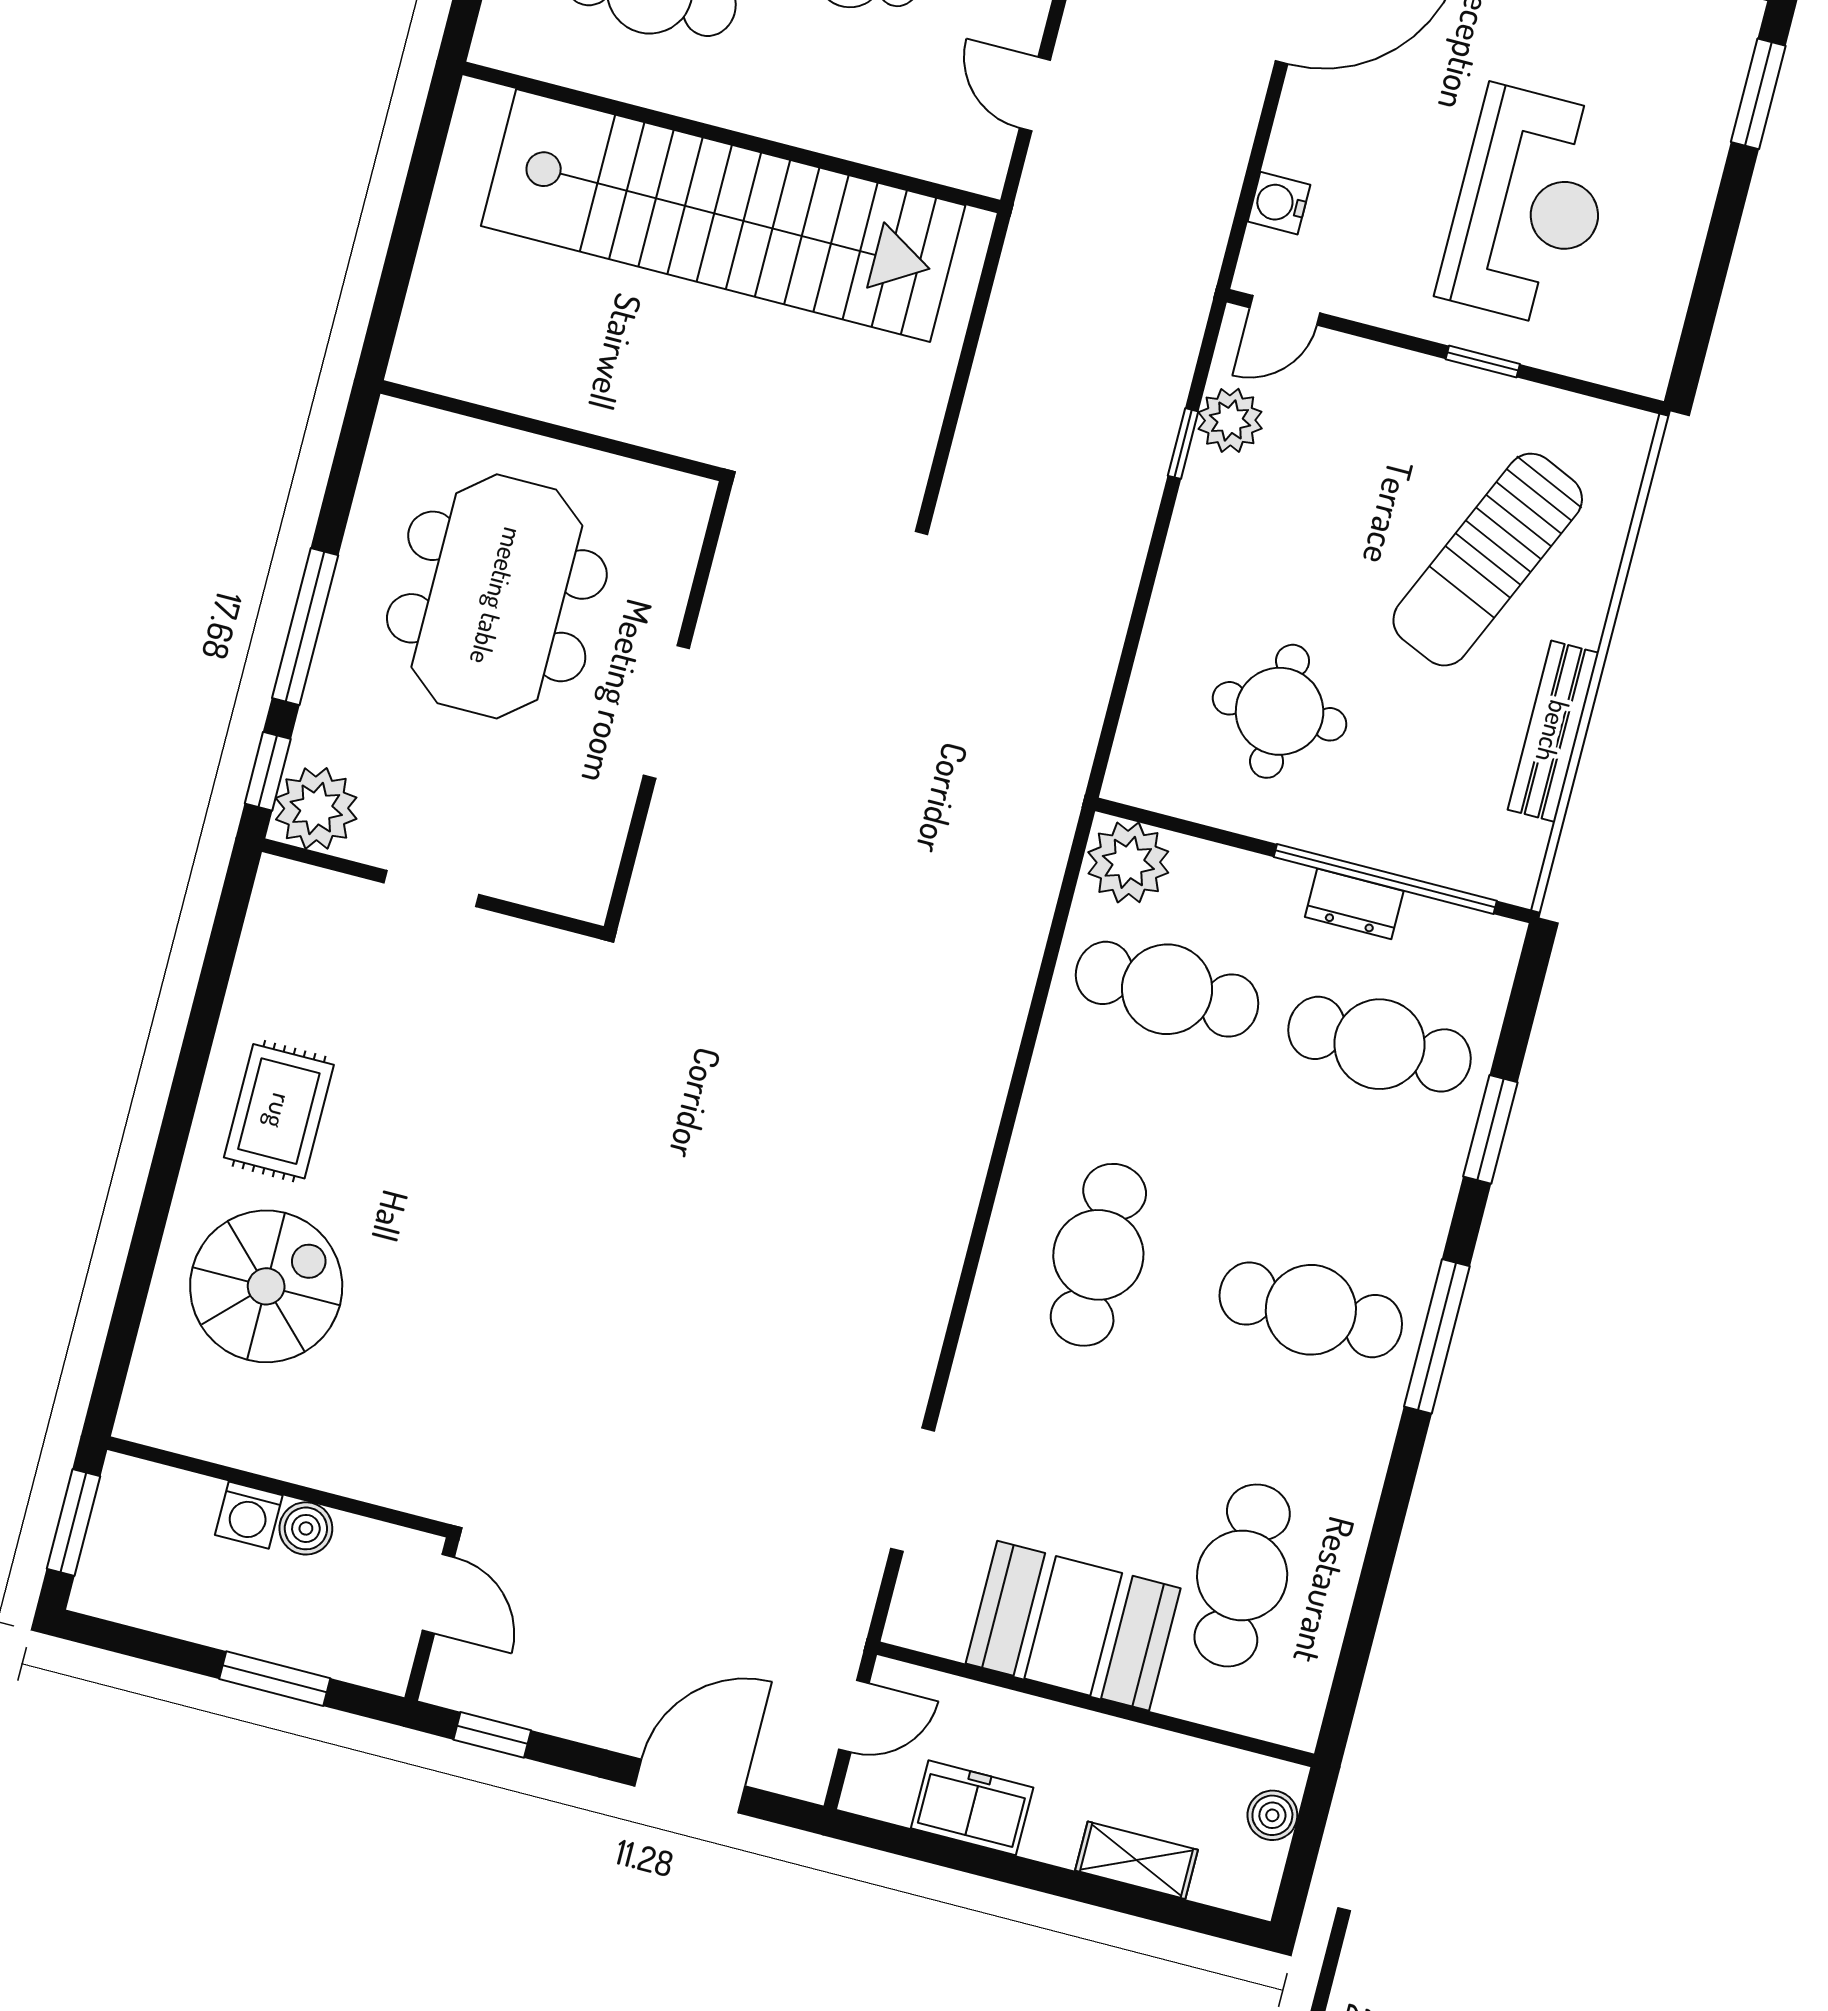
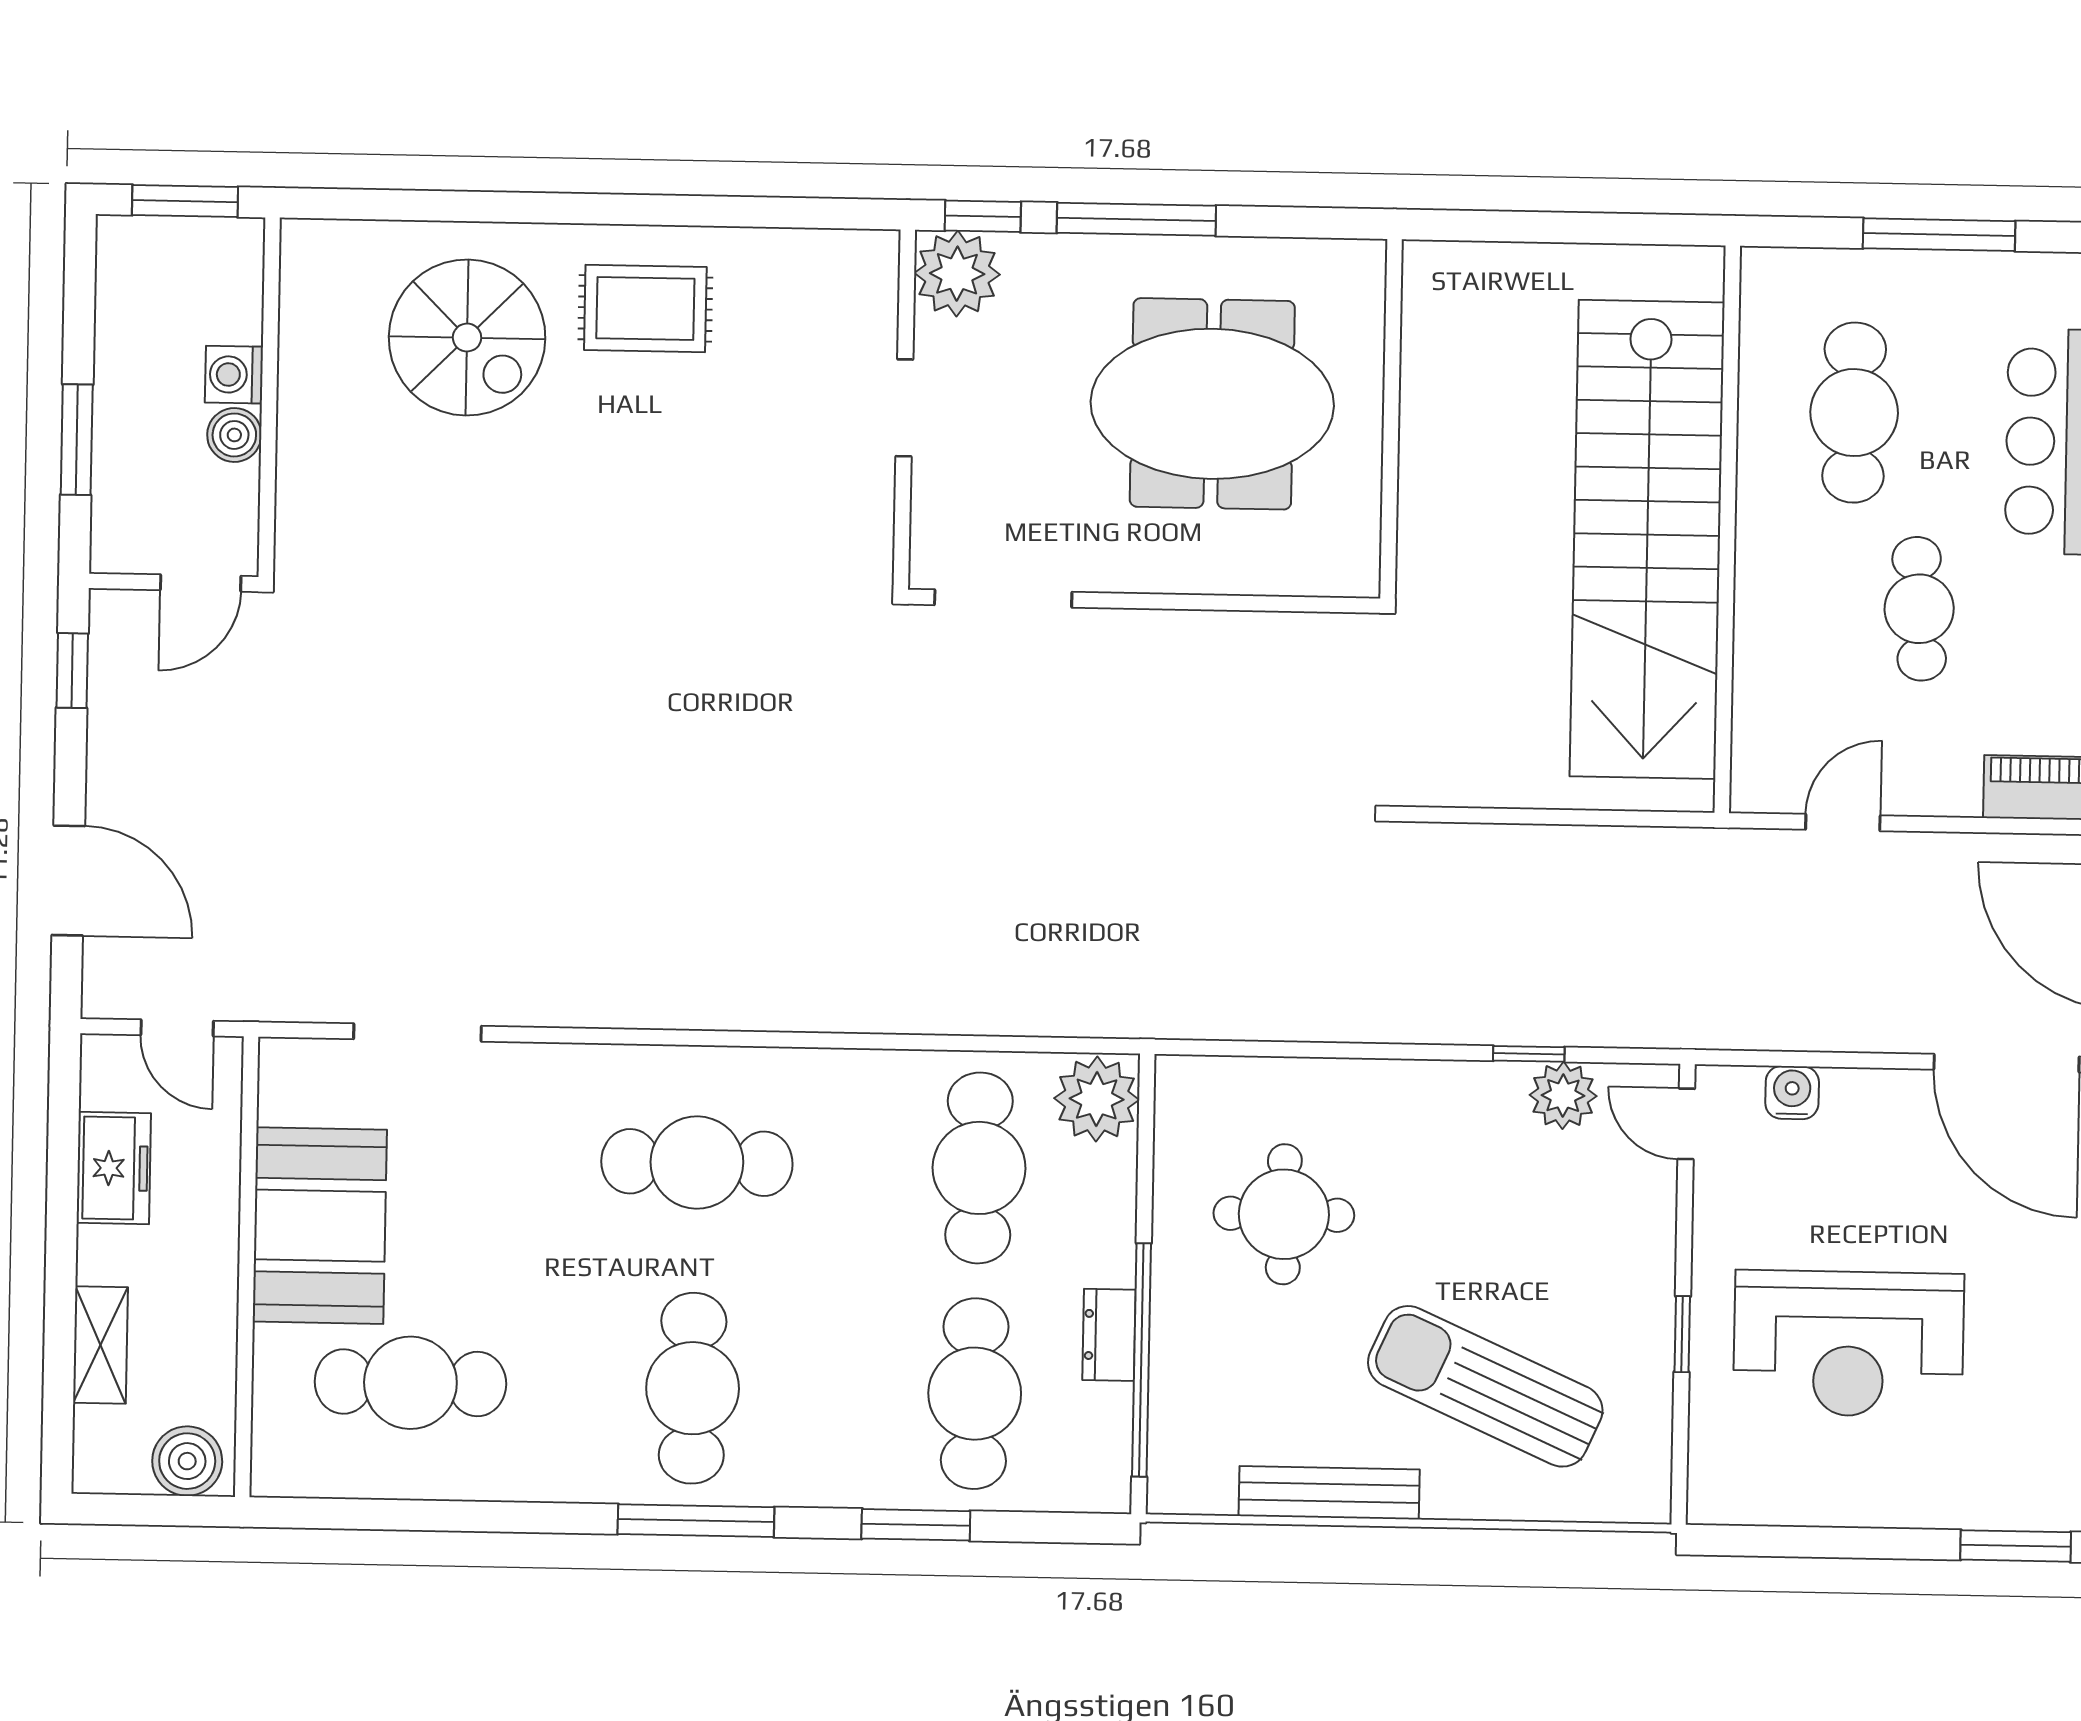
doorway: (666, 712) -> (1003, 598), moved
boiler: (1272, 1815) -> (187, 1461), width x1.36, depth x1.36

